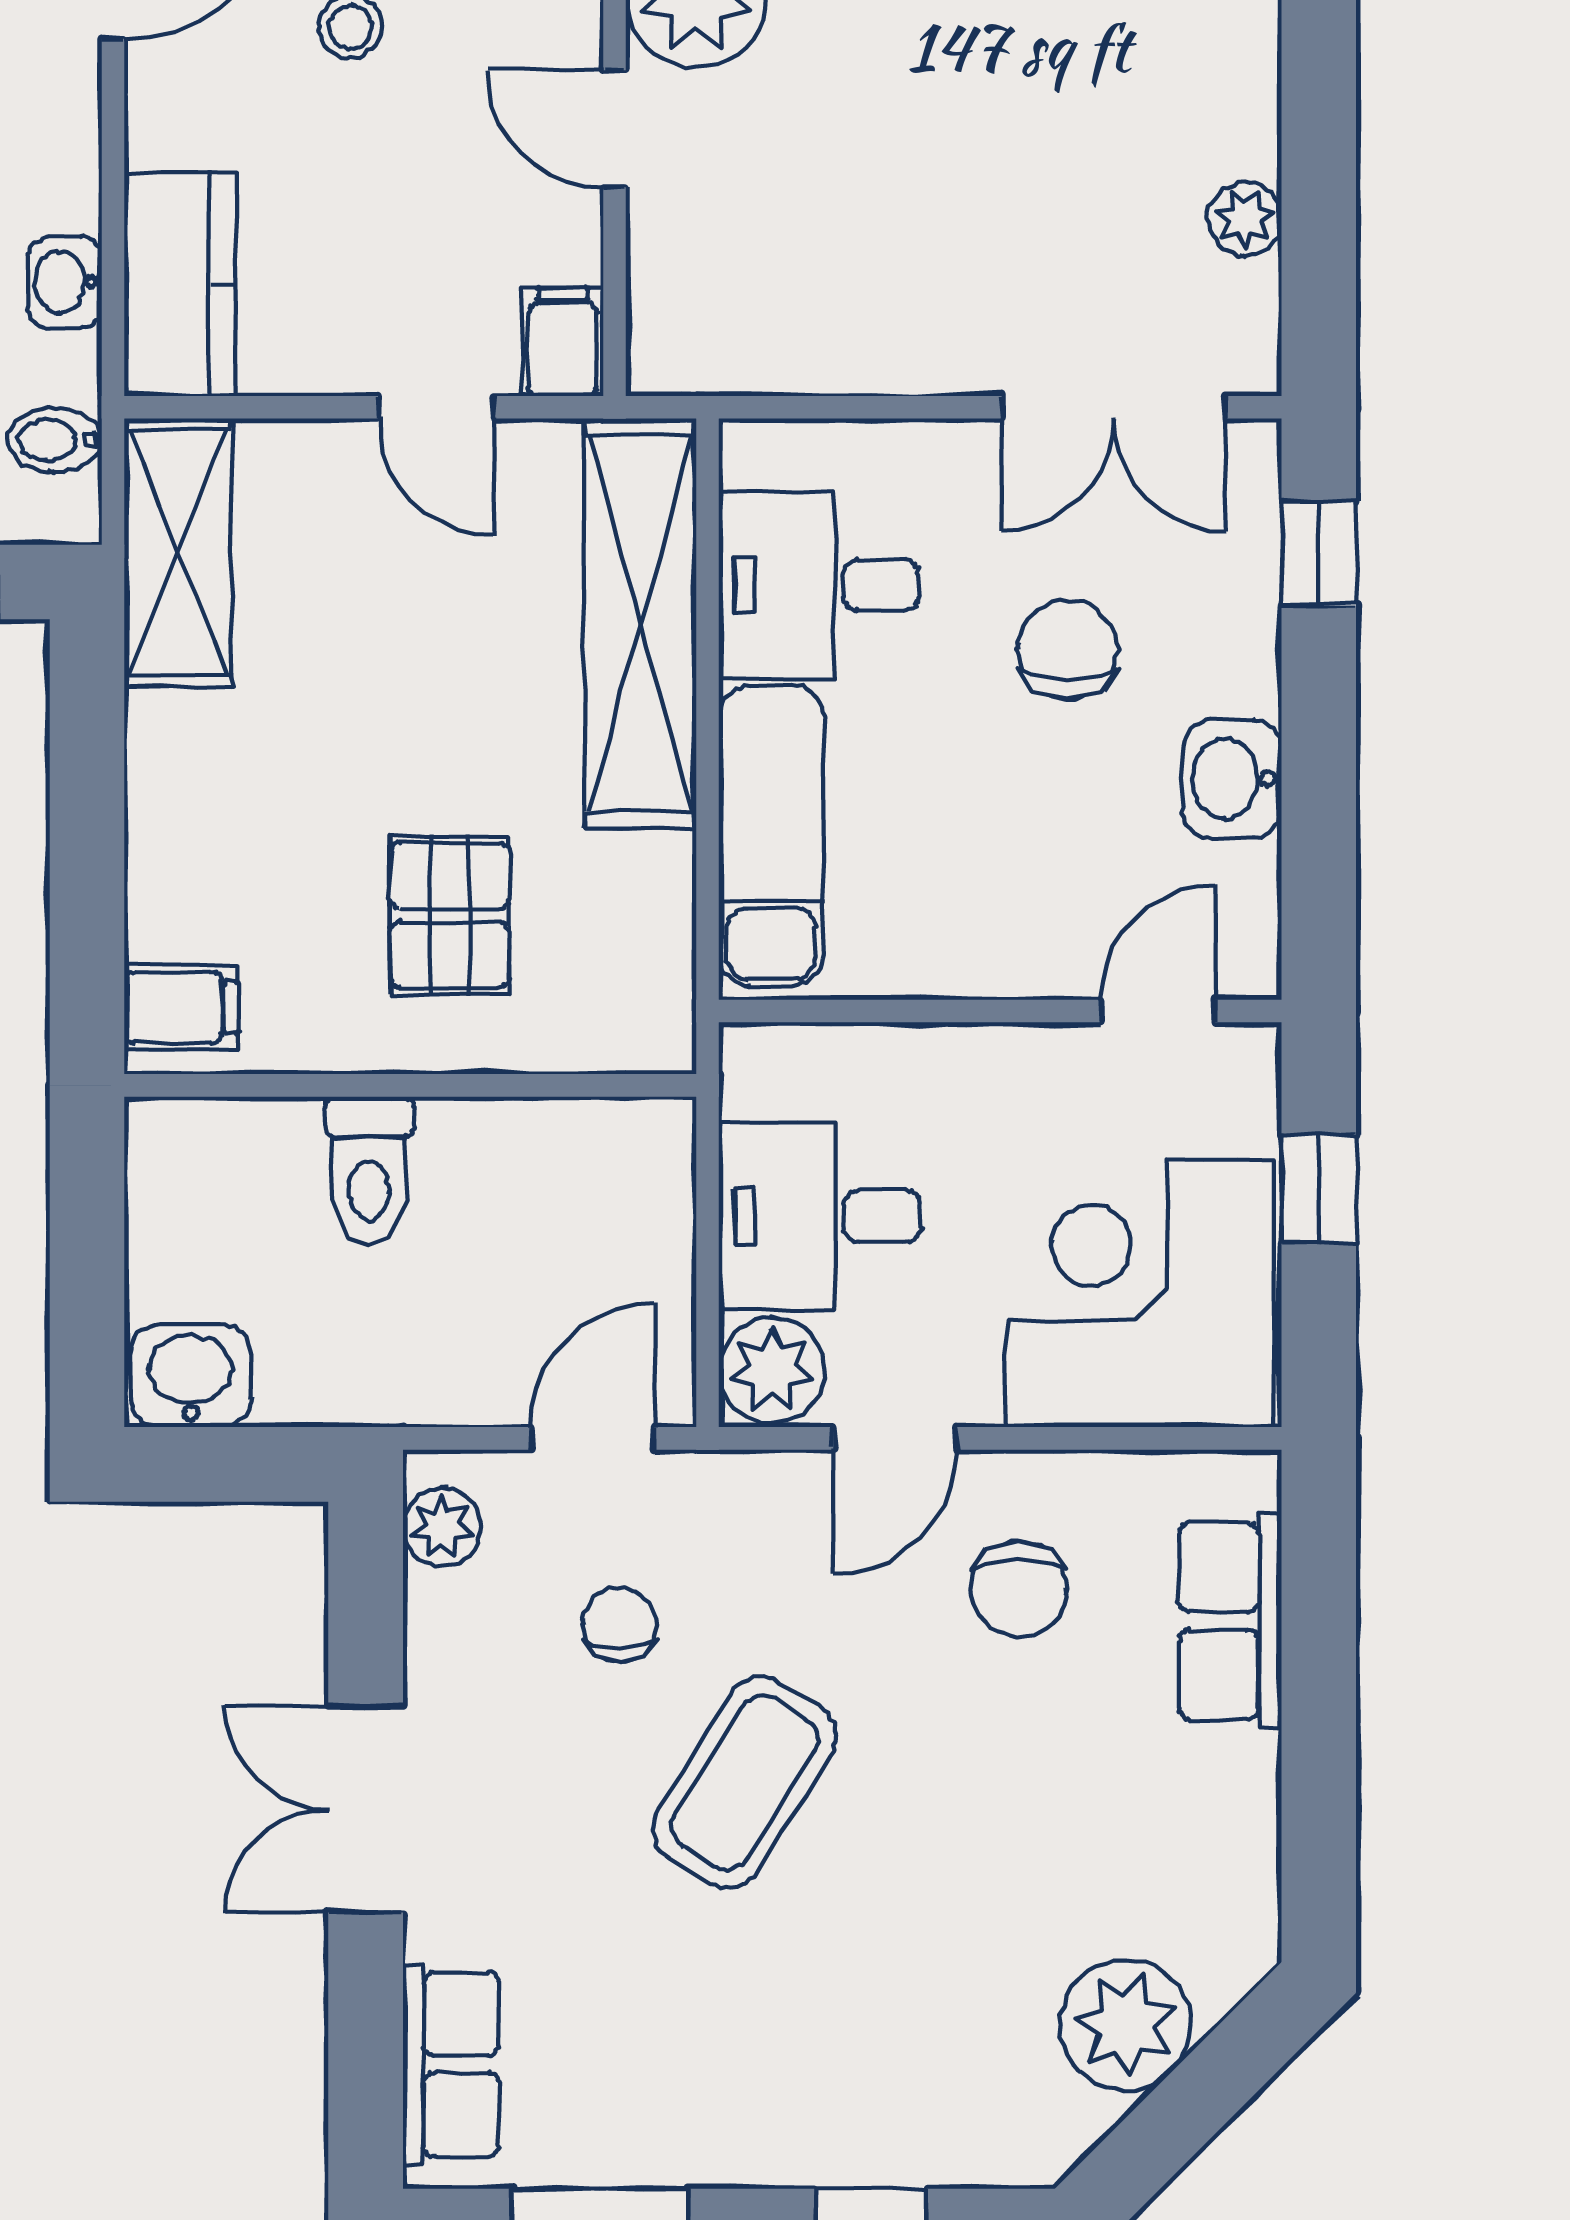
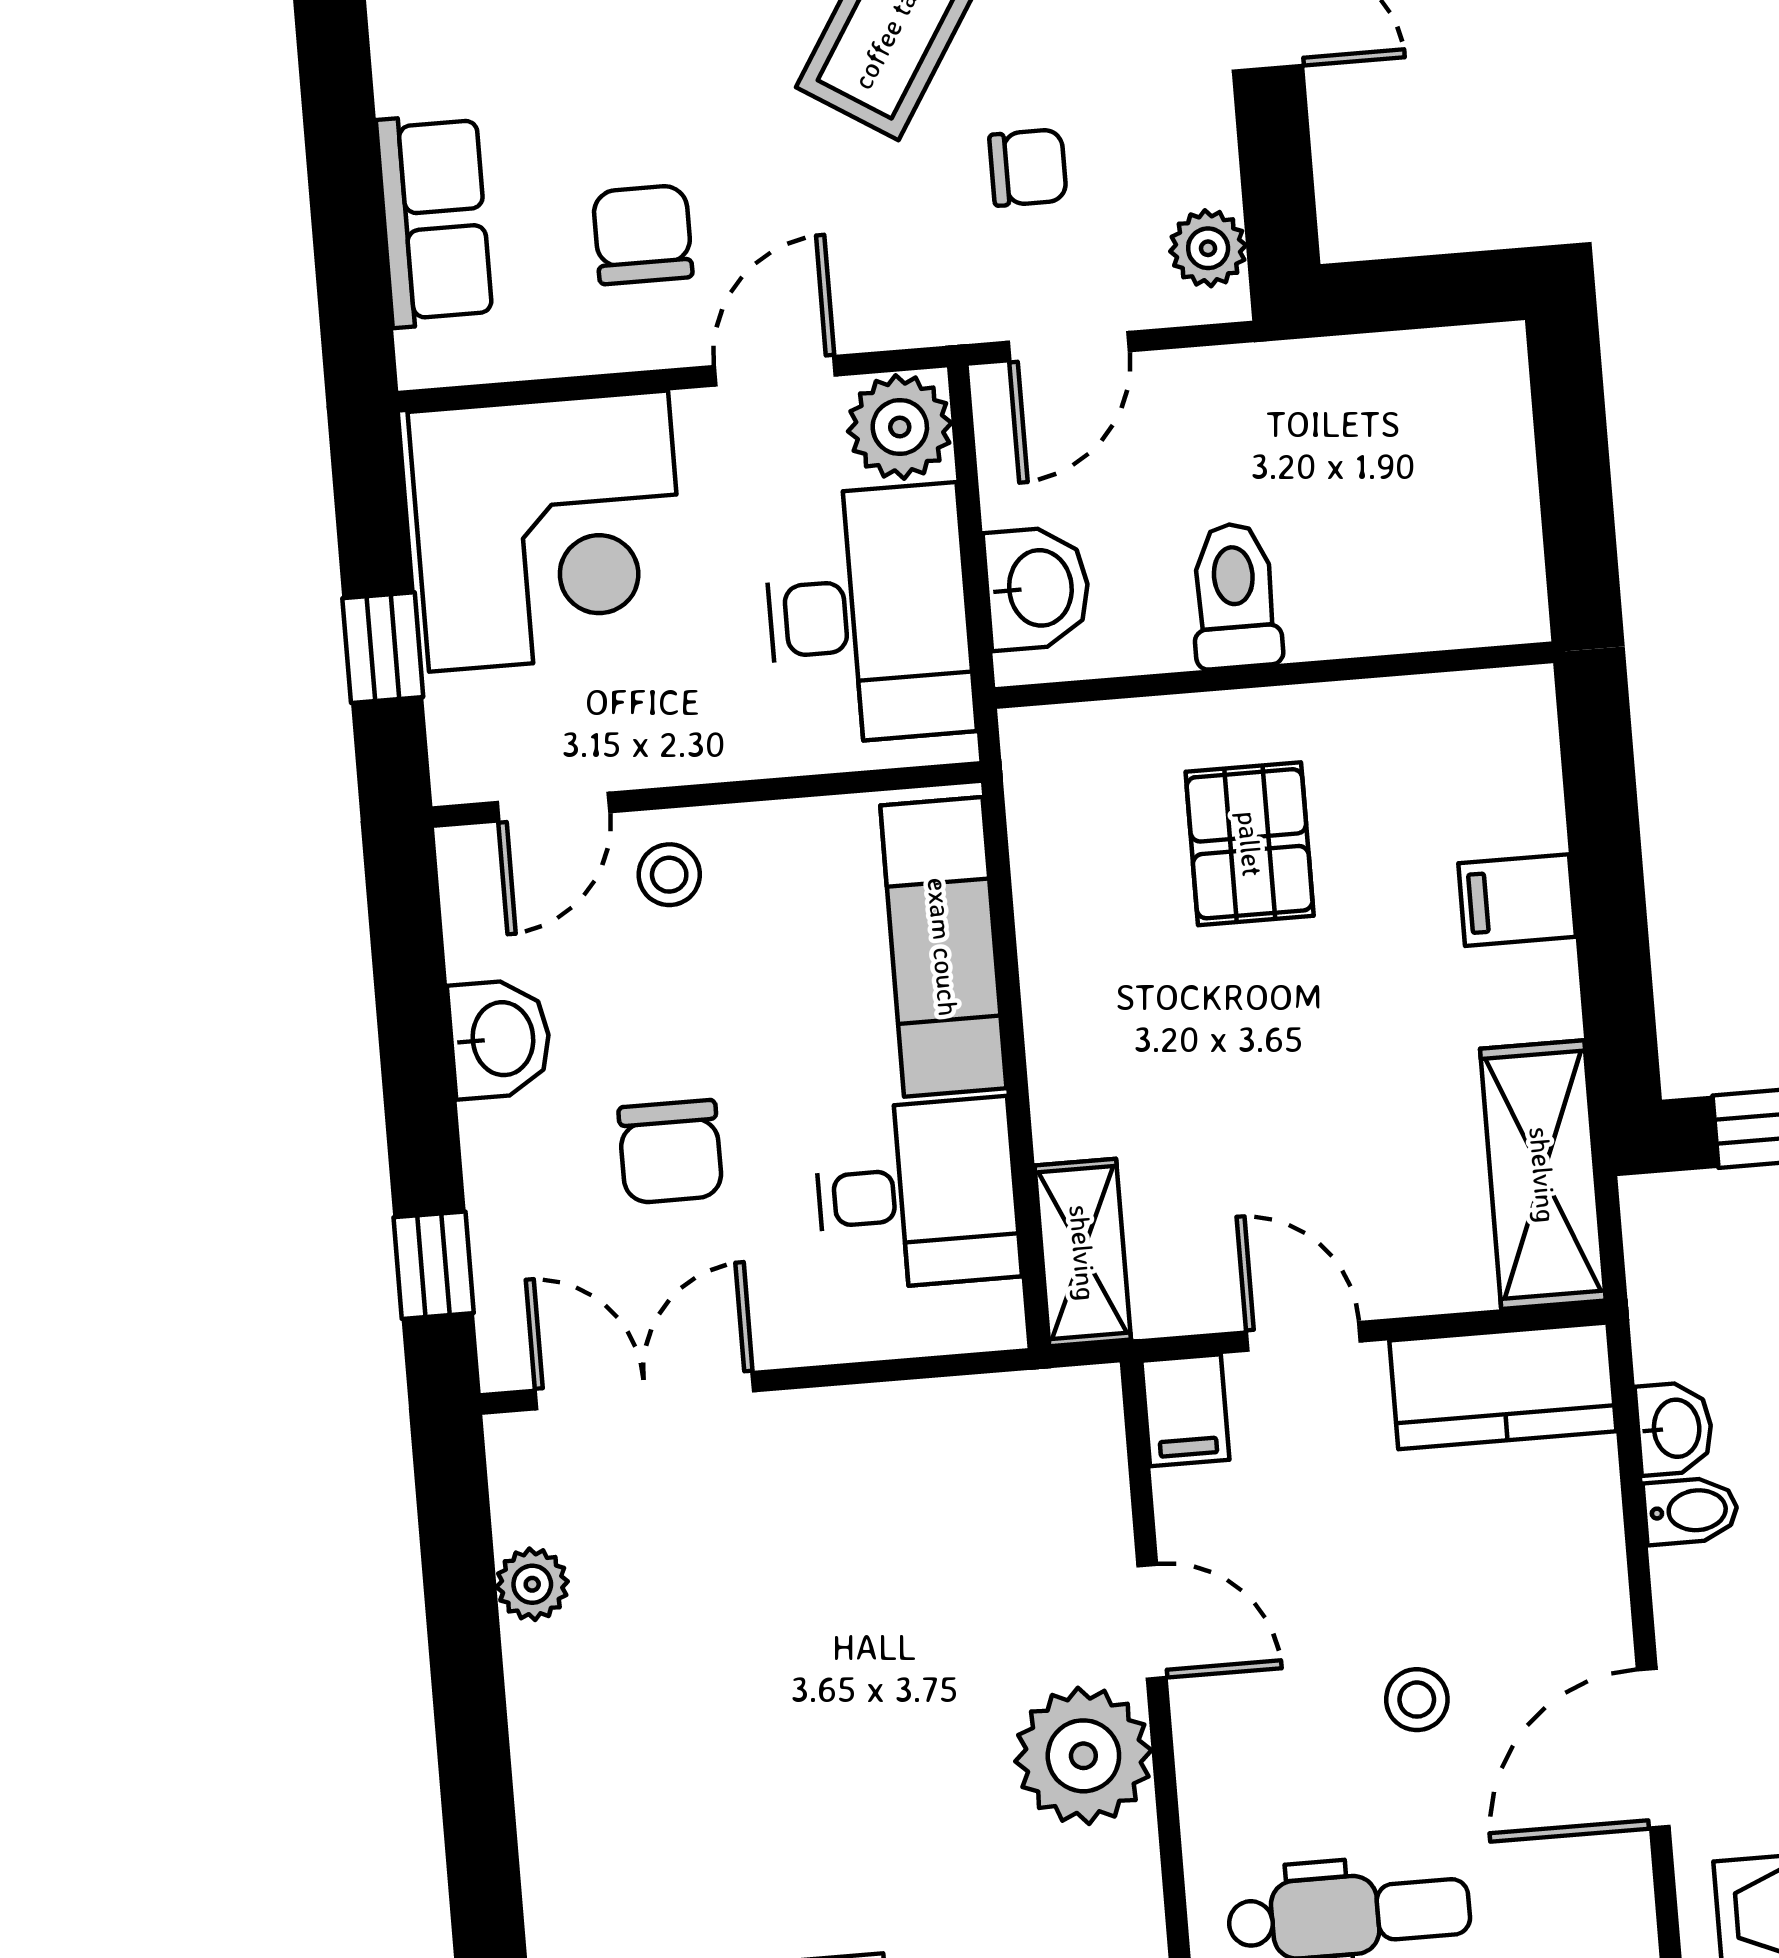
kitchen counter: (180, 284) -> (1503, 1386), moved, turned -90
bidet: (55, 440) -> (1691, 1511), moved
shelving: (640, 623) -> (1083, 1253), width x0.45, depth x0.75
stool: (1045, 932) -> (669, 875), added
filing cabinet: (181, 1007) -> (1517, 900), moved
toilet: (369, 1170) -> (1235, 596), moved
desk: (819, 1216) -> (869, 615), width x1.37
washbasin: (191, 1376) -> (1037, 588), moved, turned -90
chair: (619, 1625) -> (1028, 168), turned -90

